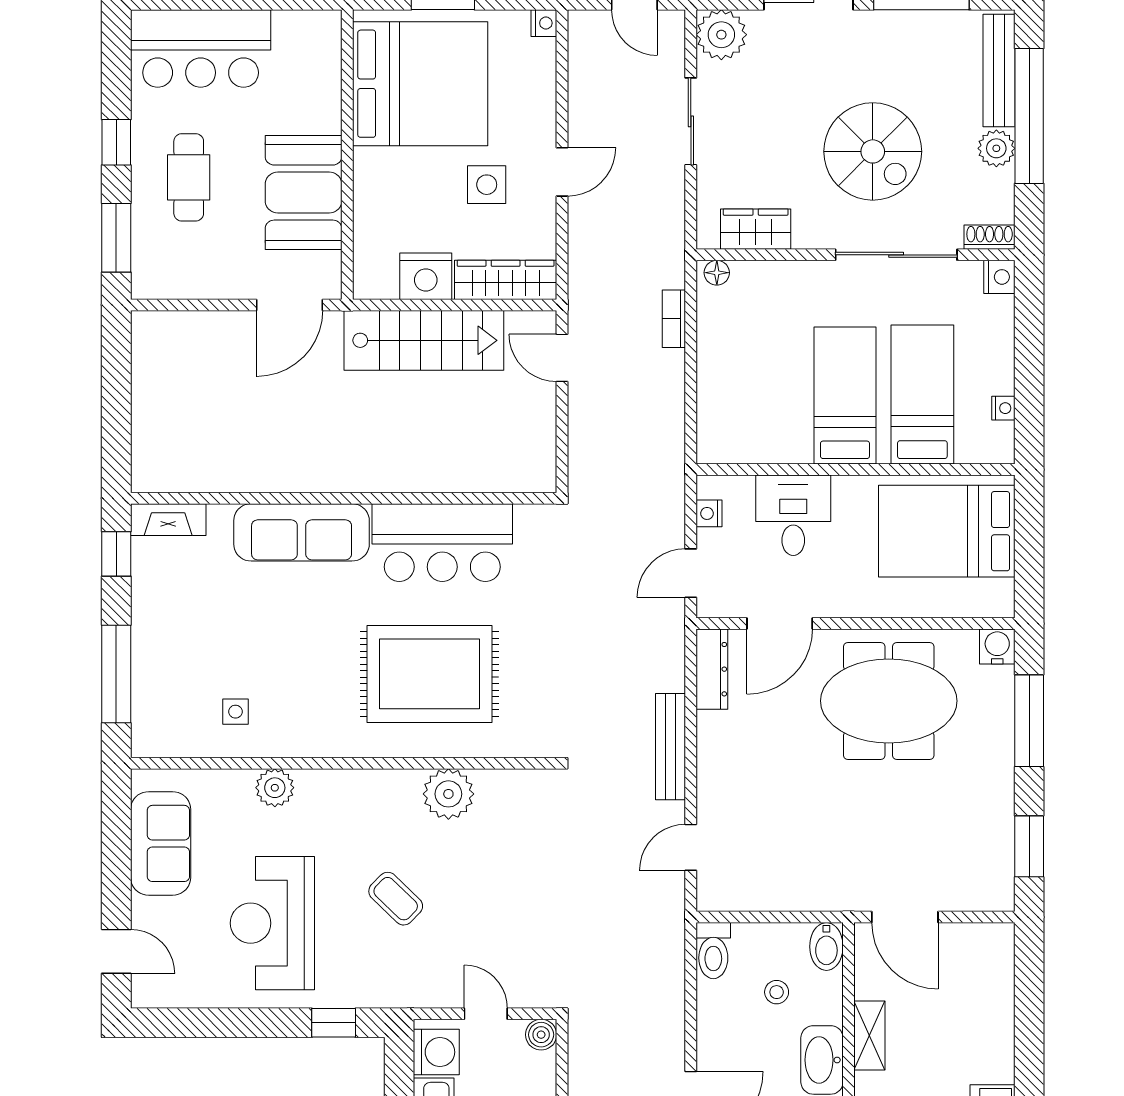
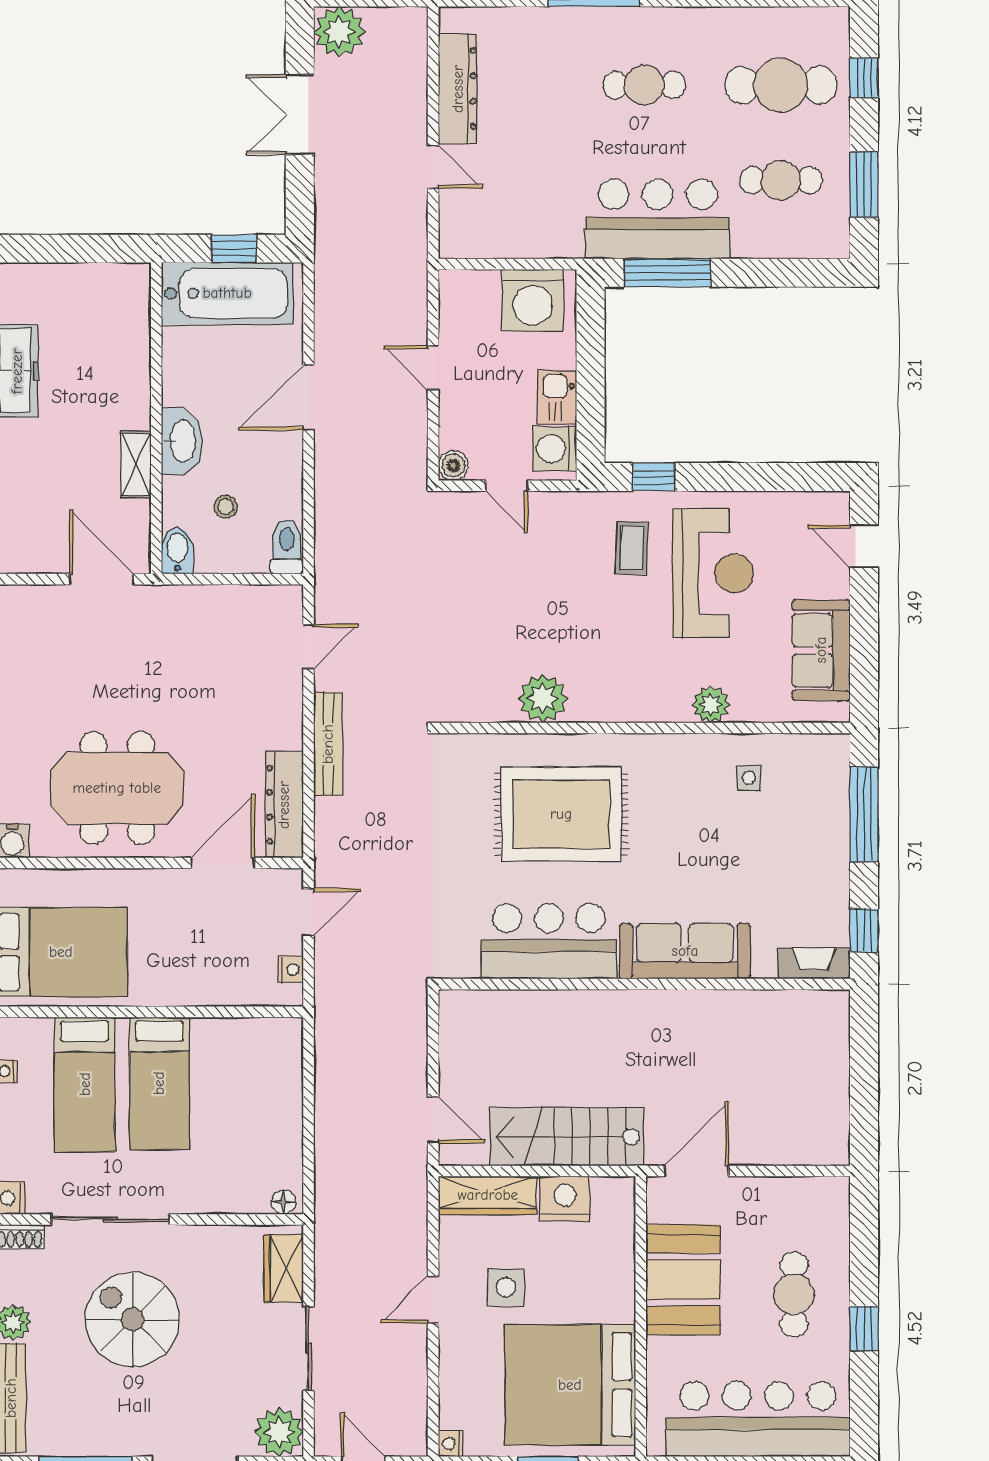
bar counter: (201, 48) -> (758, 1419), width x1.36
wardrobe: (756, 229) -> (284, 1268), moved, turned 90
window: (116, 238) -> (864, 1236), removed
bookcase: (674, 319) -> (325, 1158), removed
desk: (793, 515) -> (209, 968), removed
dresser: (712, 669) -> (284, 805), width x1.37, depth x1.24
coffee table: (396, 899) -> (632, 548), moved, turned 48

